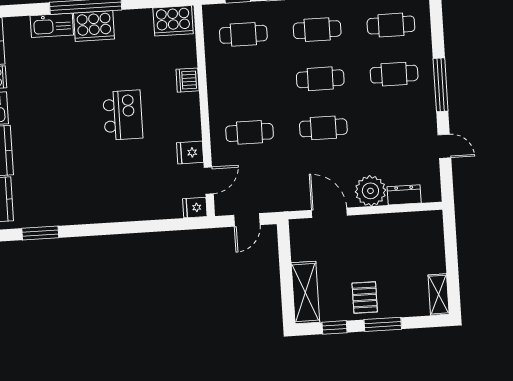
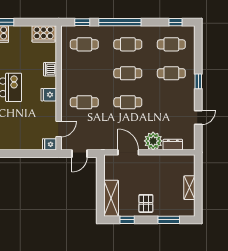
window: (441, 85) -> (198, 81), width x0.46
door: (444, 146) -> (198, 118), hinge flipped
fridge: (190, 153) -> (49, 95), moved
shelving: (439, 295) -> (189, 188), moved
window: (383, 324) -> (169, 220), moved

